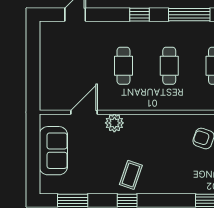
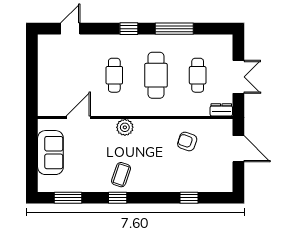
cafe table: (169, 66) -> (156, 75), width x1.37, depth x1.35
plant: (114, 123) -> (125, 127), moved

